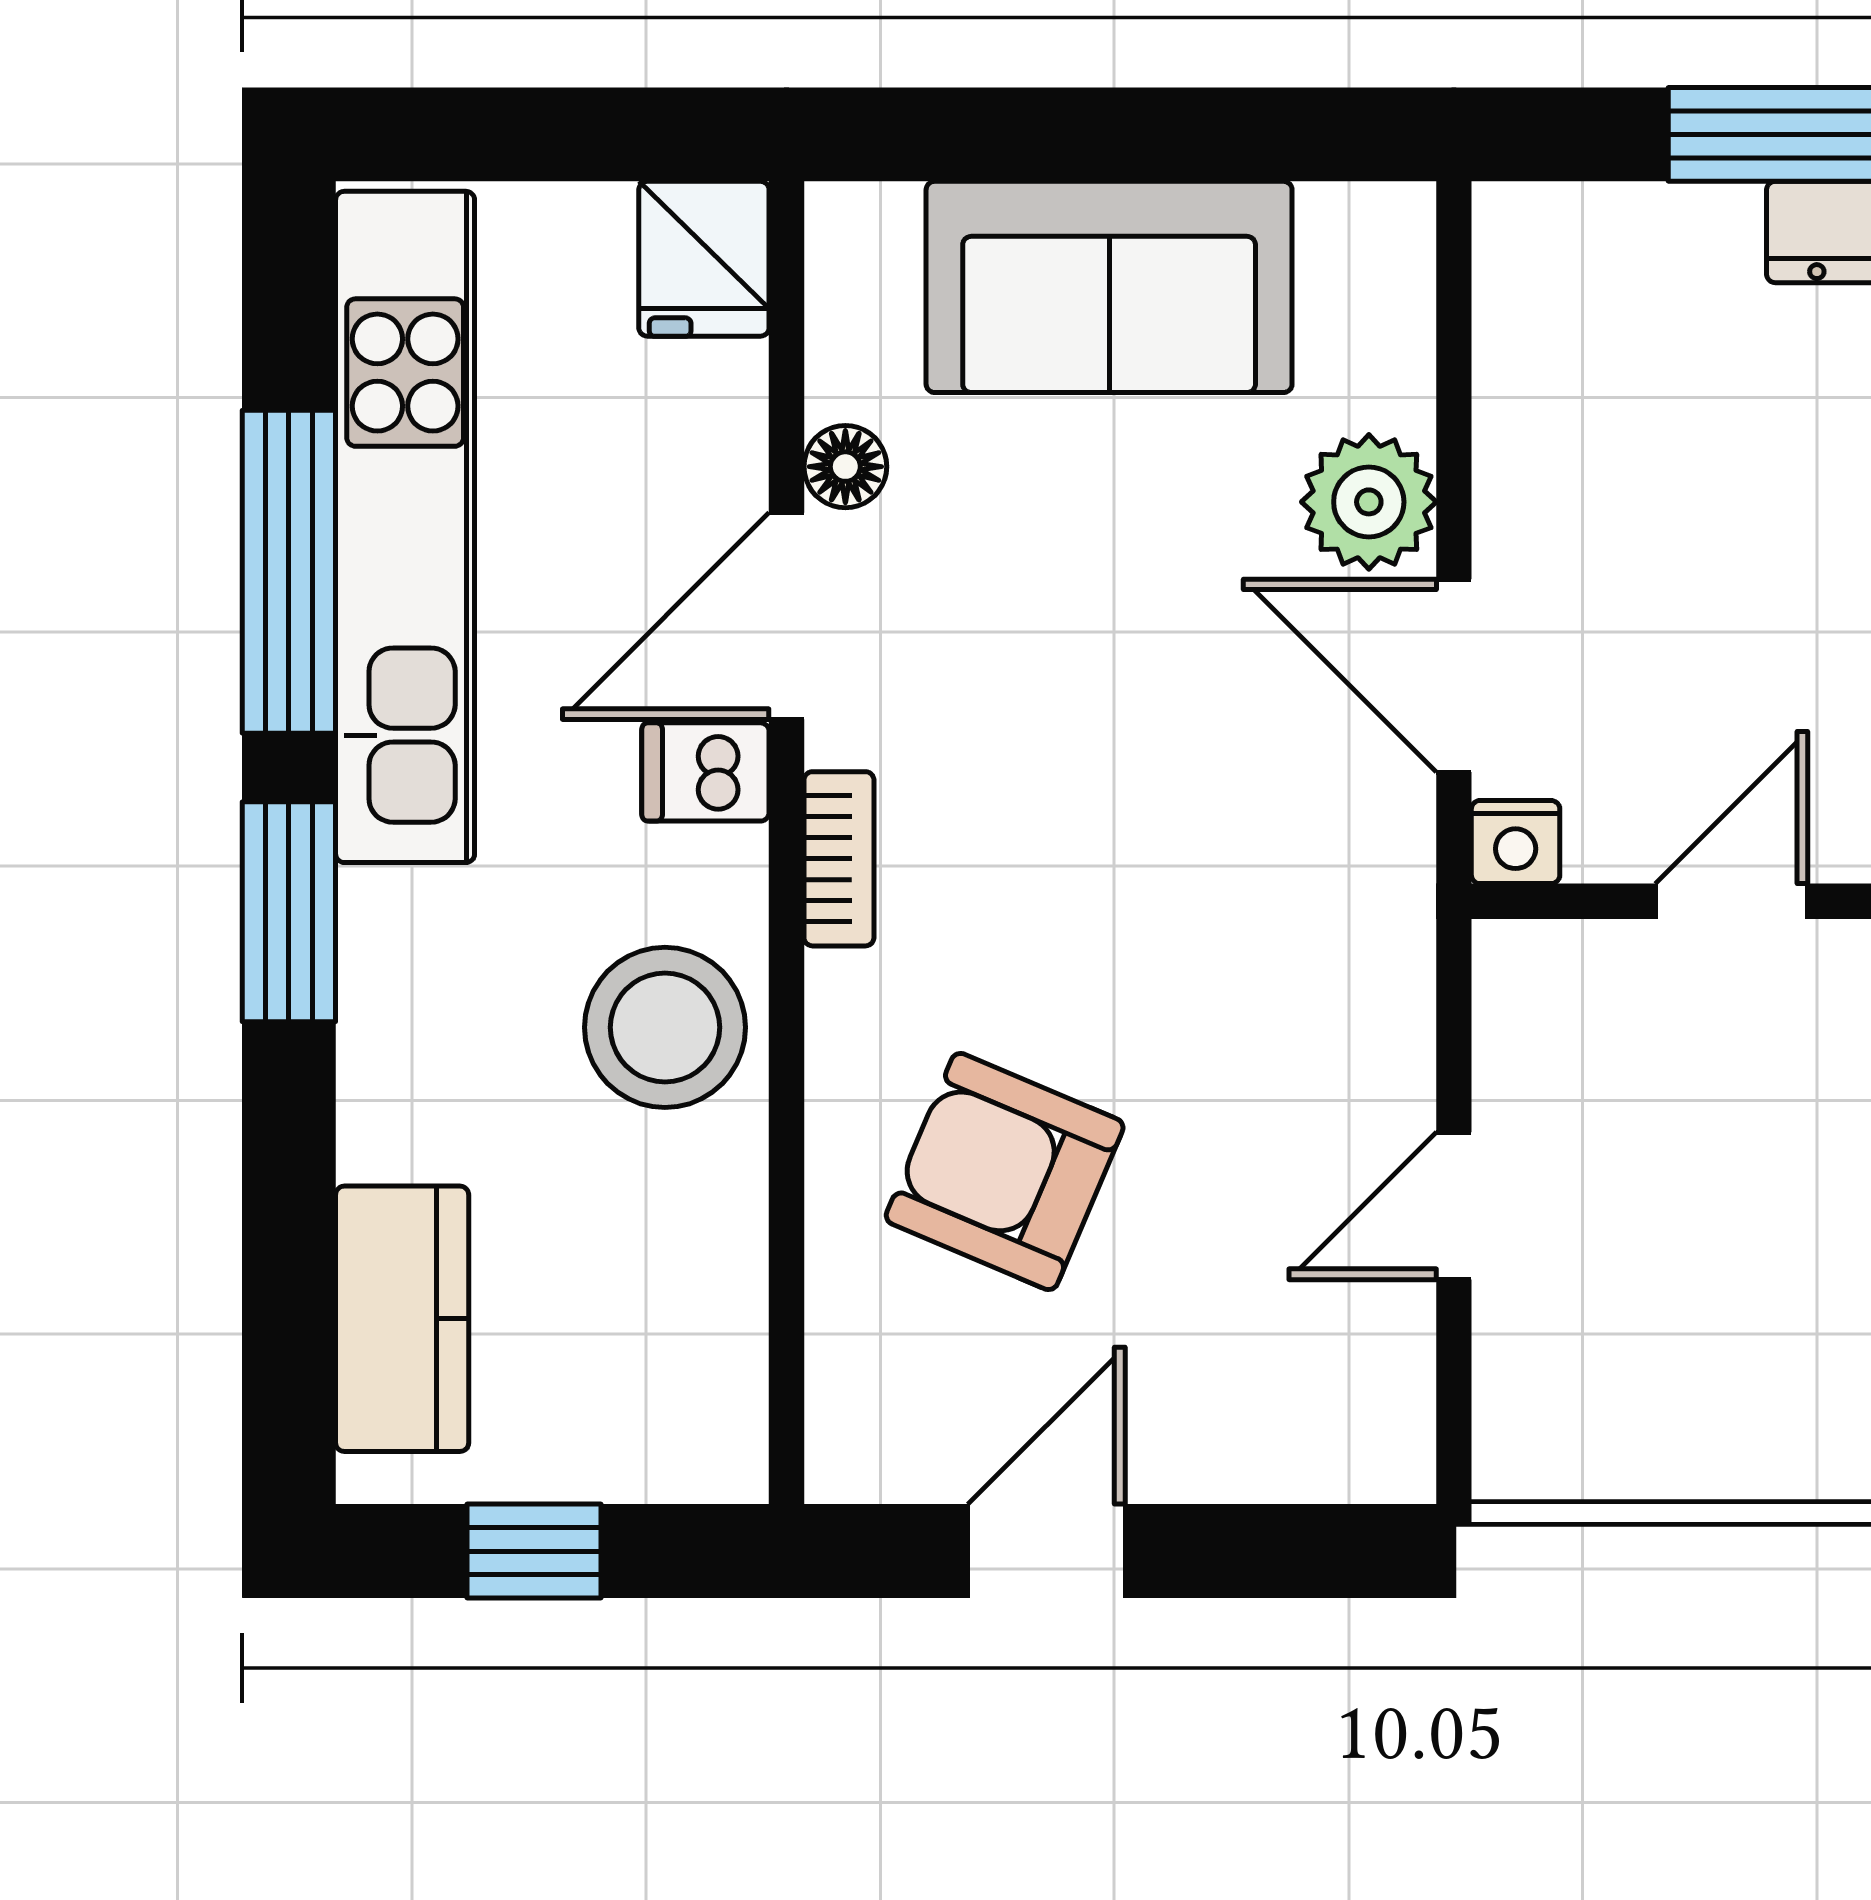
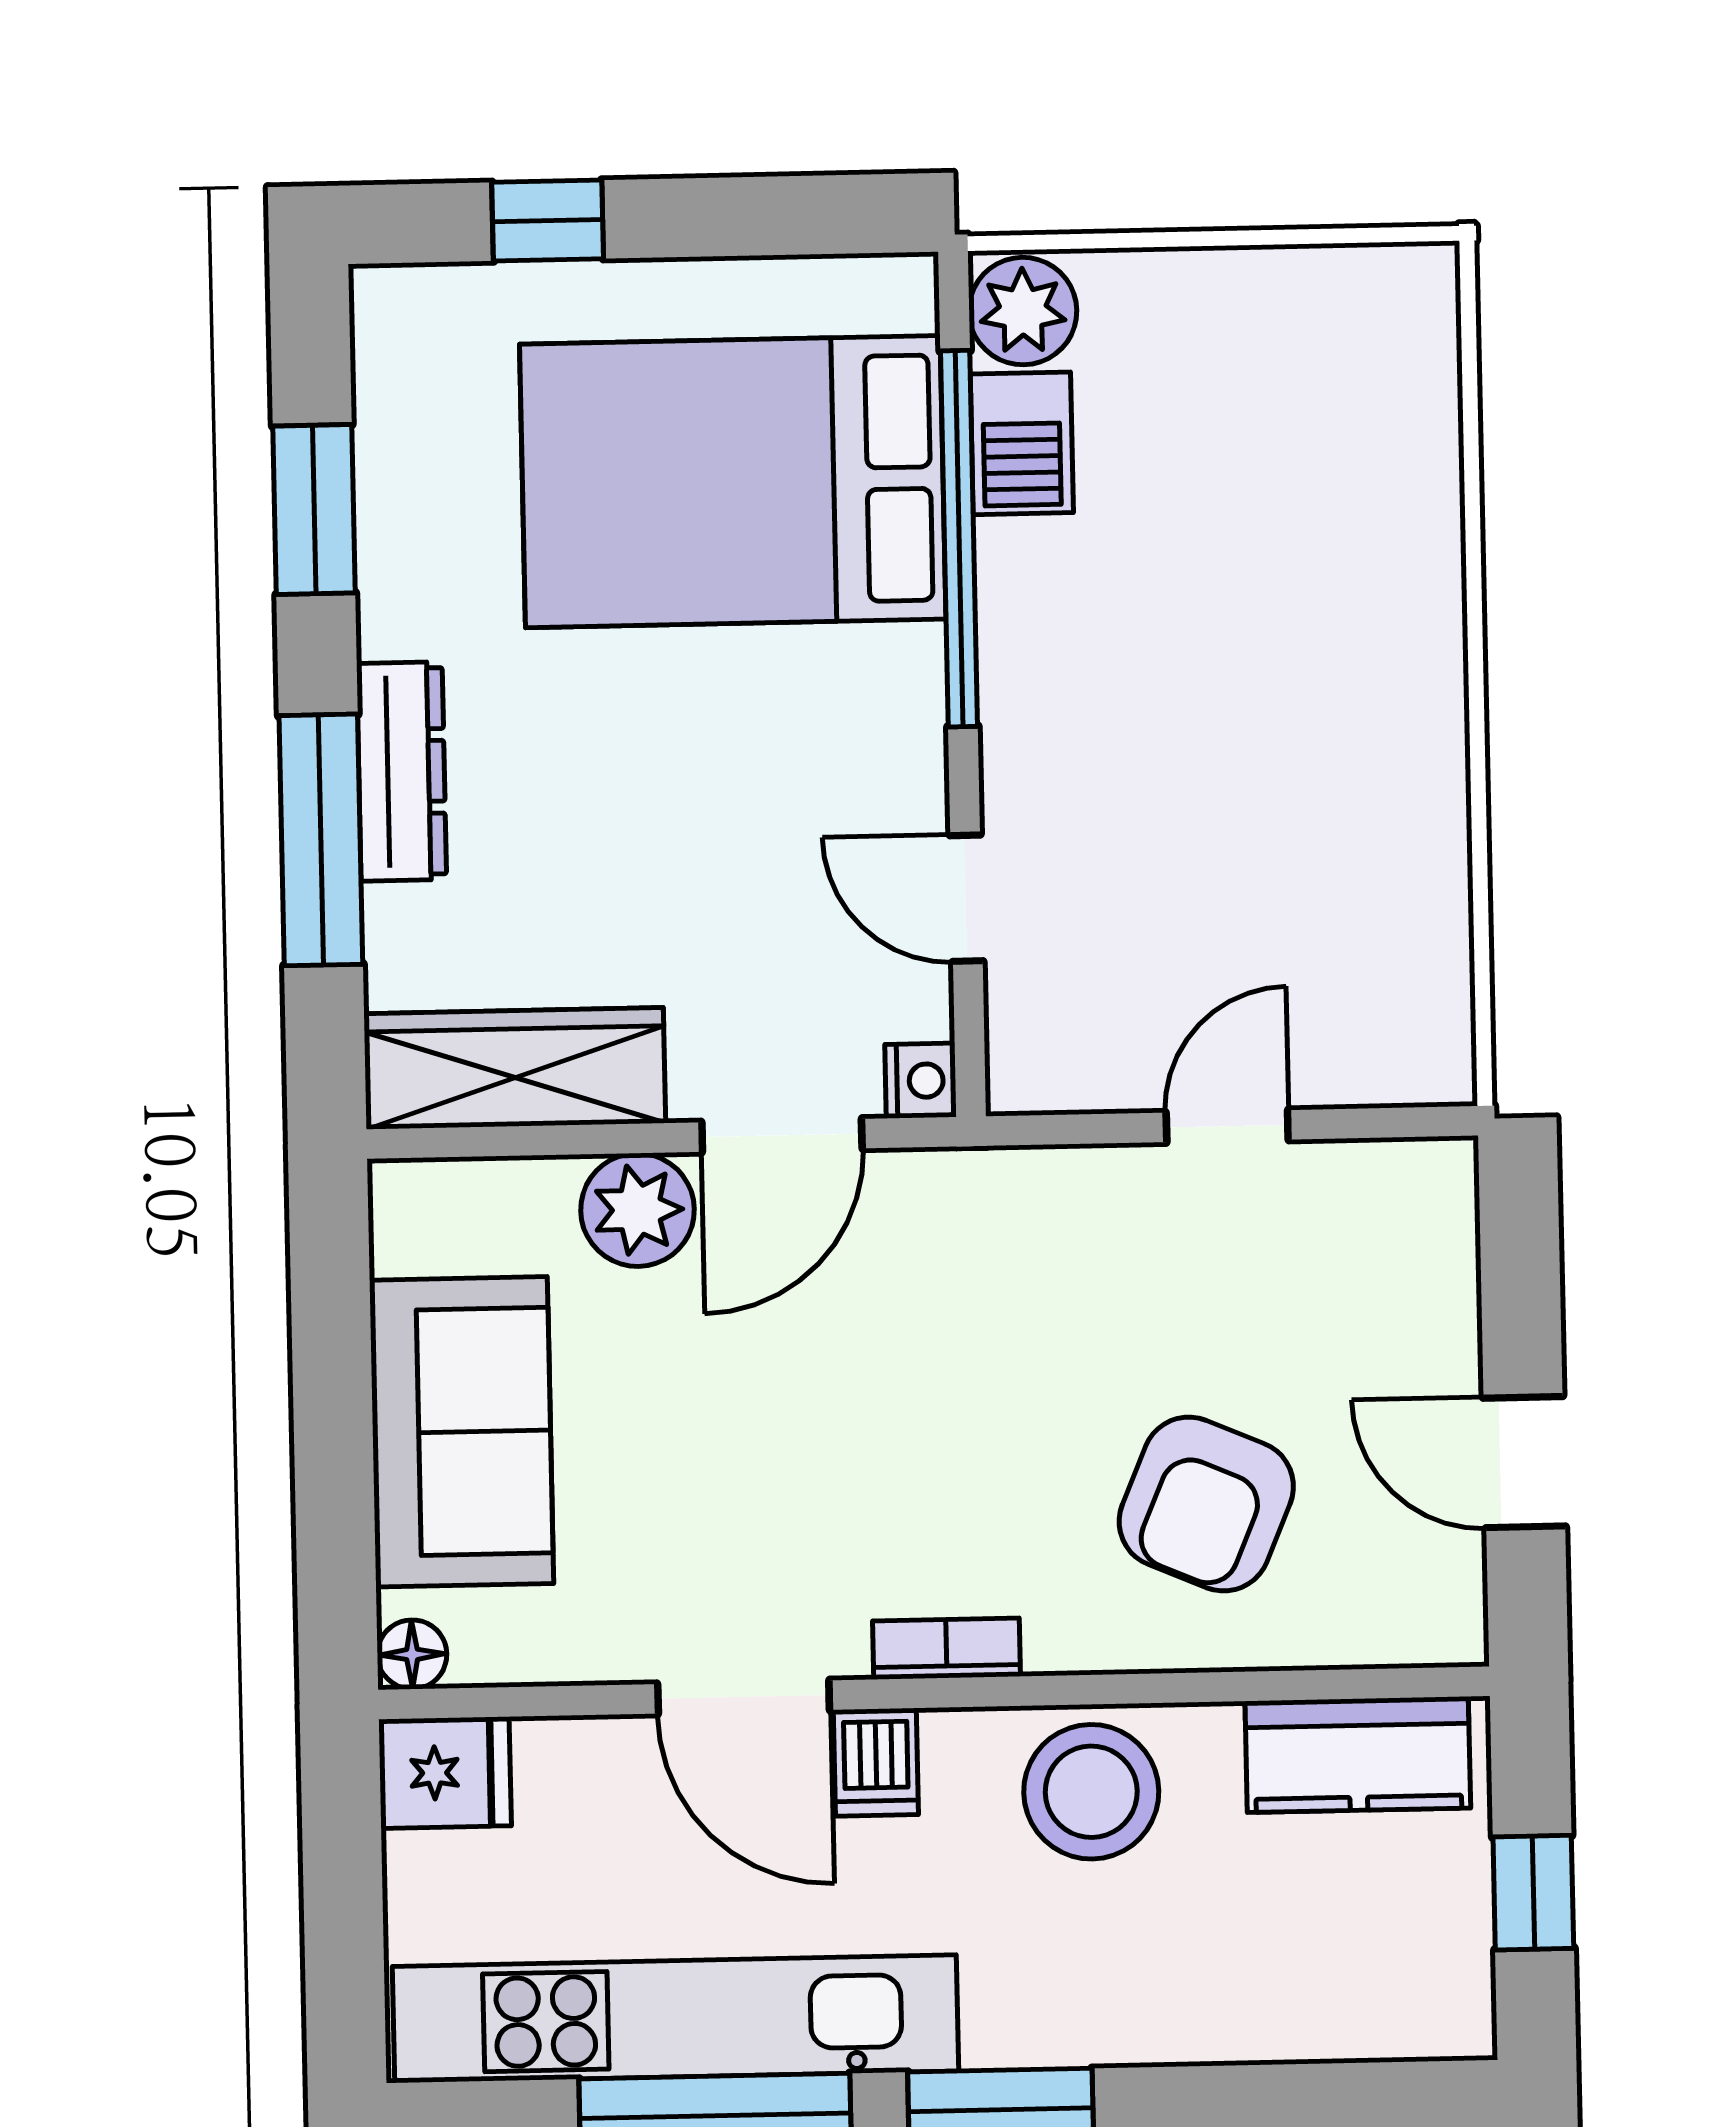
wardrobe: (1540, 359) -> (515, 1068), added
floor lamp: (845, 467) -> (412, 1654), moved
door: (1454, 1206) -> (1227, 1126), swing flipped
kitchen counter: (402, 1319) -> (1358, 1755), moved, turned 180

